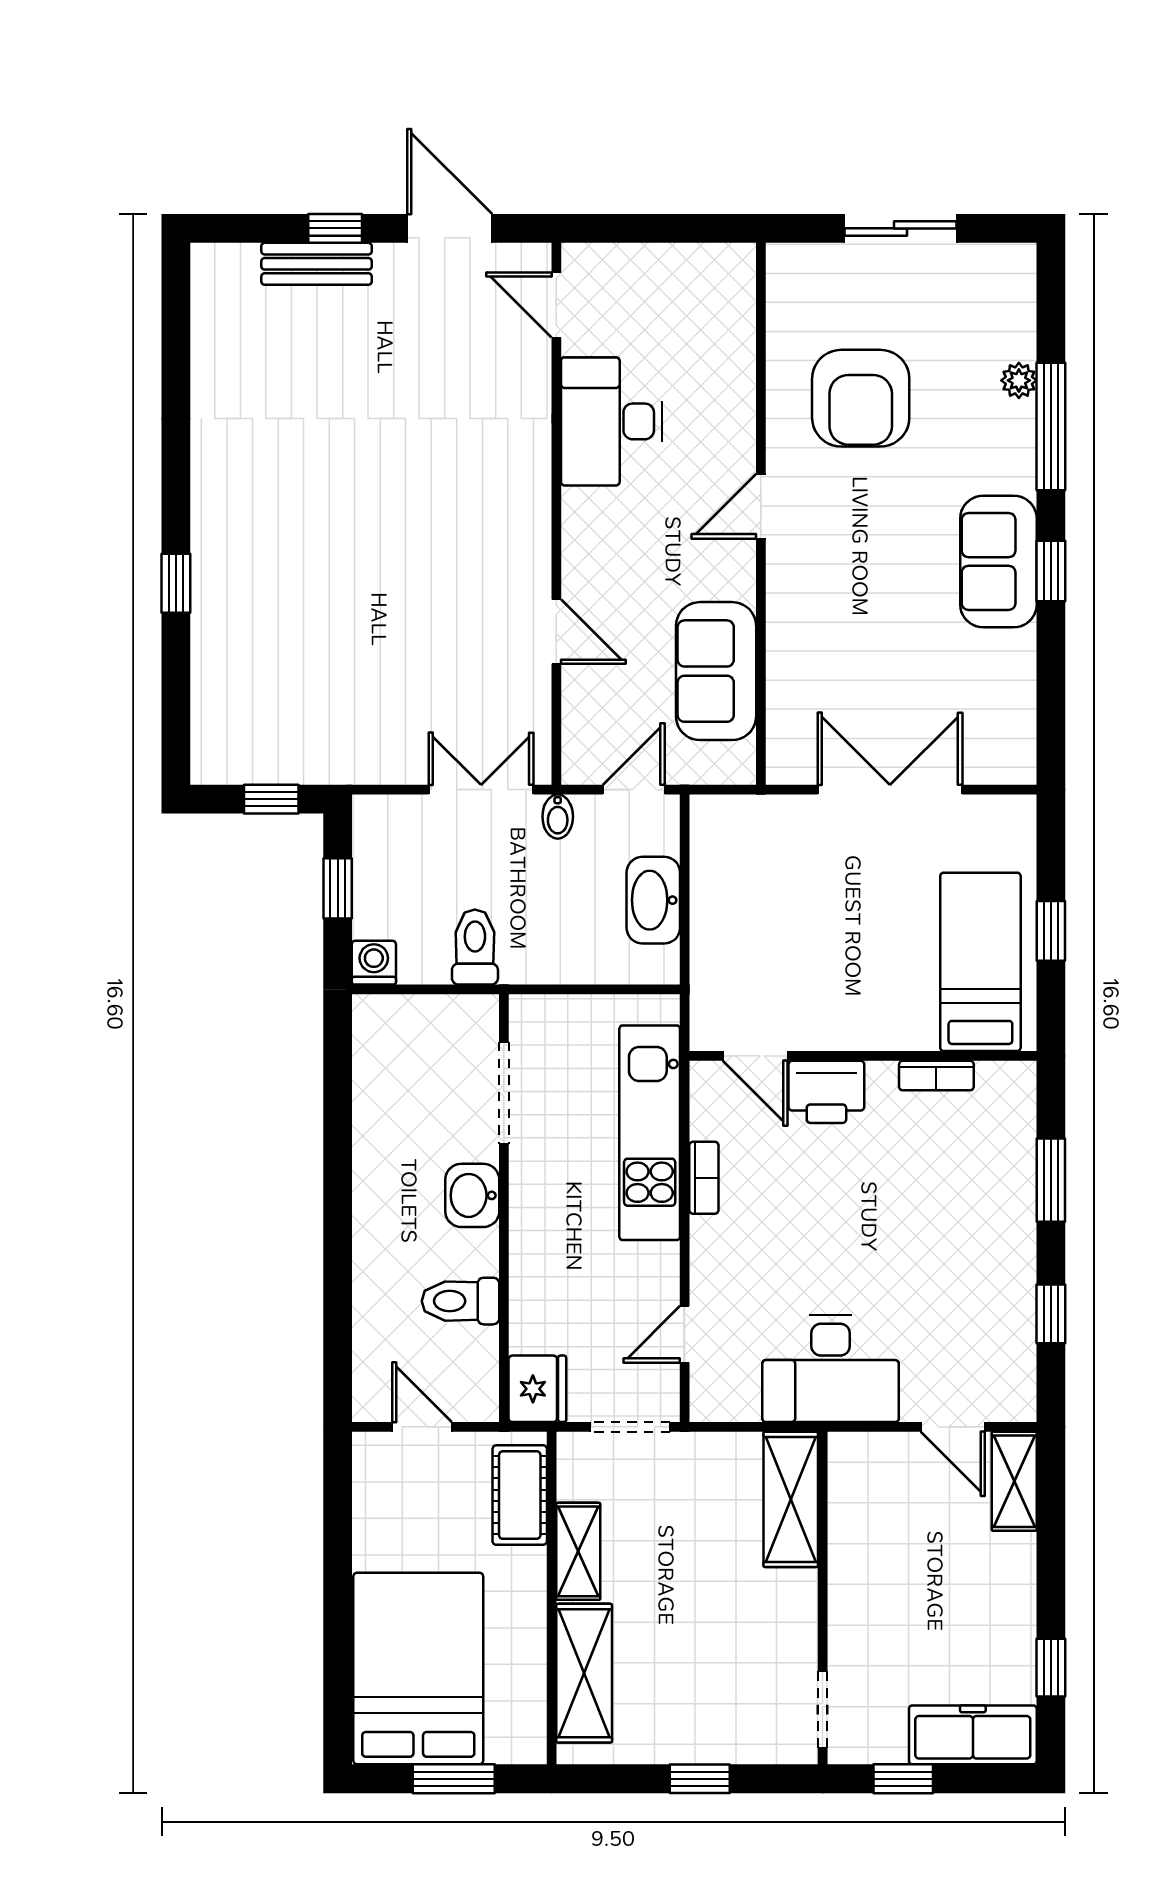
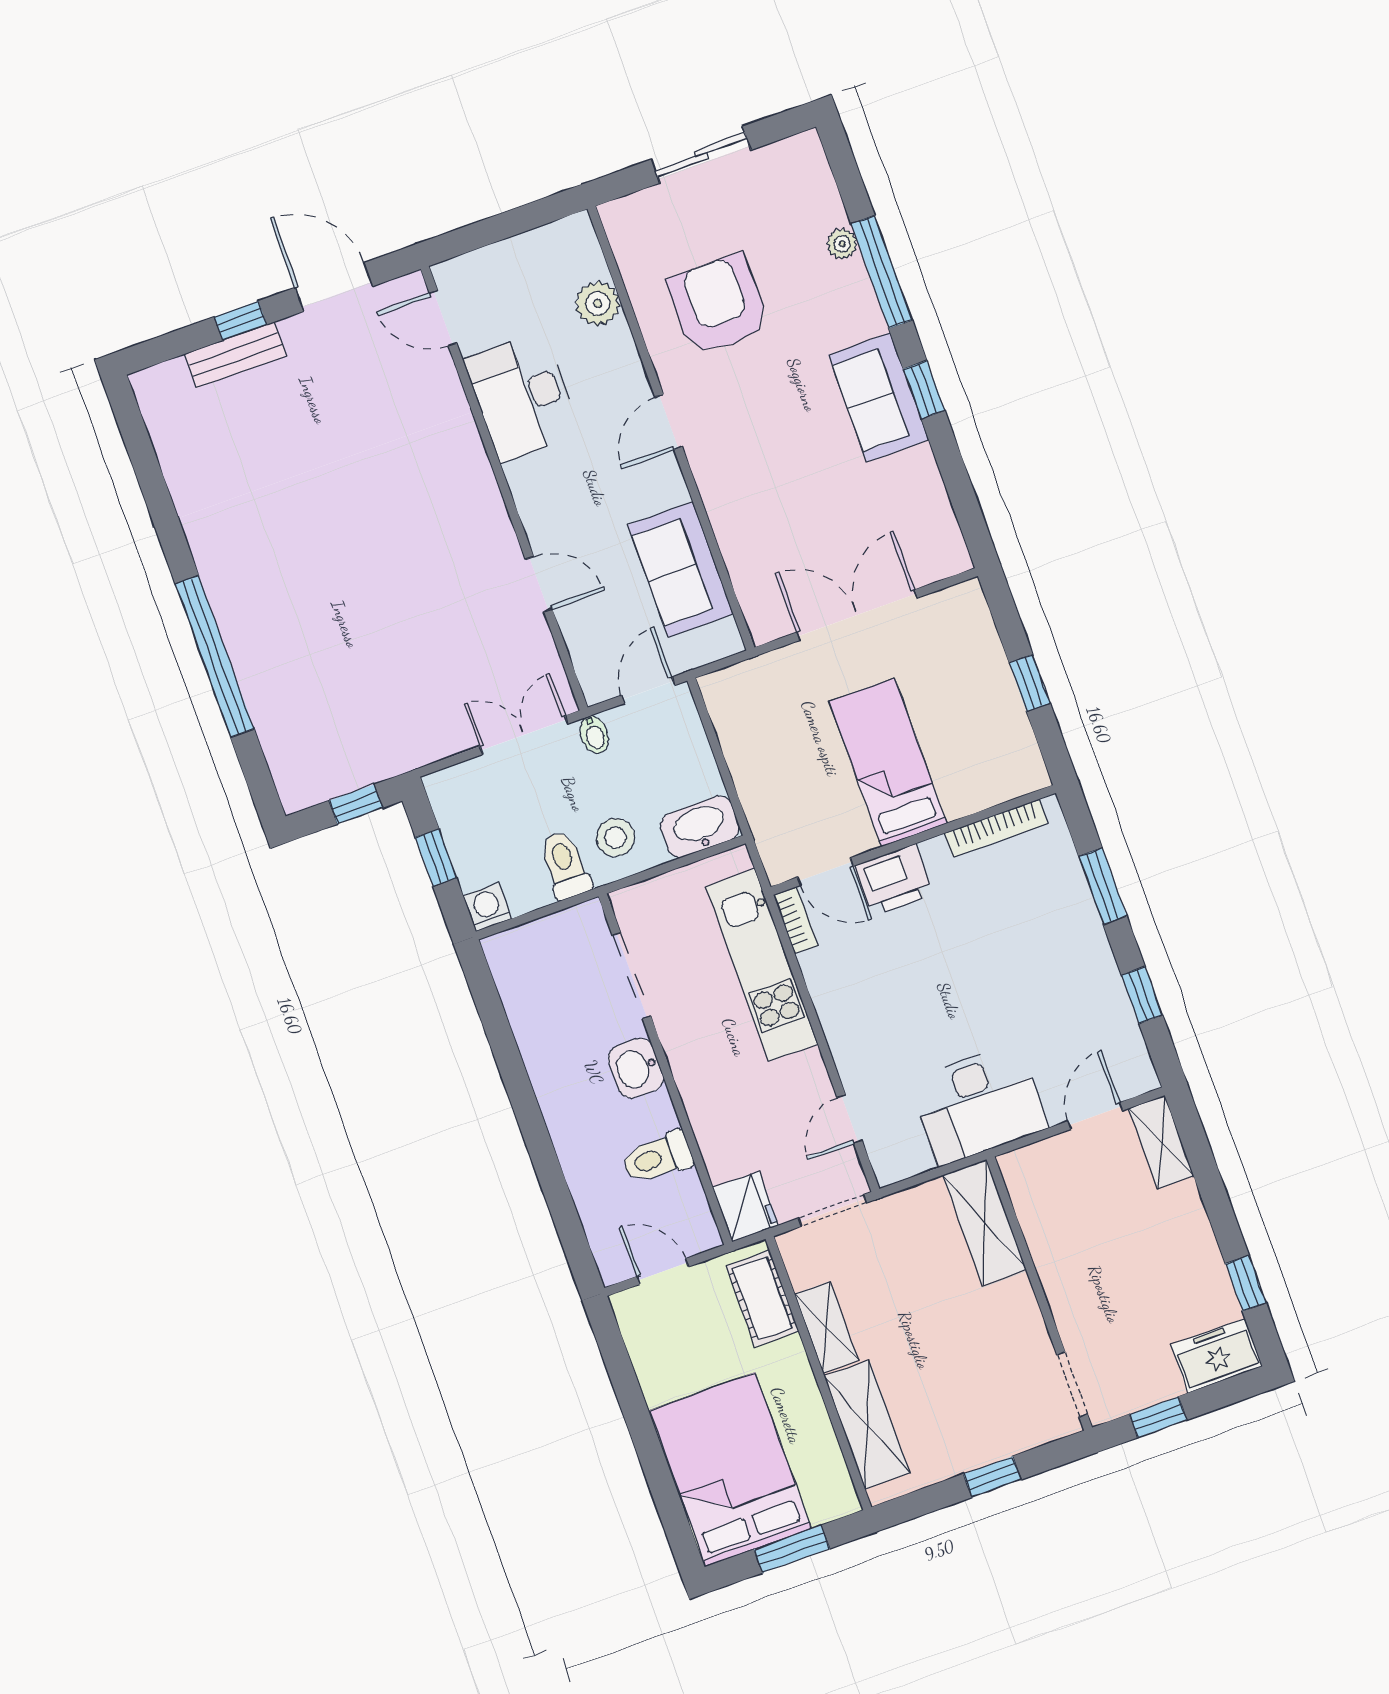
plant: (730, 350) -> (598, 304), added
armchair: (861, 398) -> (718, 305), turned 180
window: (176, 583) -> (215, 656), width x3.17
washbasin: (653, 900) -> (700, 827), moved, turned 90
stool: (541, 937) -> (616, 837), added
bed: (980, 962) -> (888, 762), moved
bookcase: (936, 1076) -> (996, 828), width x1.56
bookcase: (704, 1178) -> (796, 920), moved
door: (953, 1427) -> (1095, 1116), swing flipped
freezer: (973, 1735) -> (1217, 1356), width x0.71

